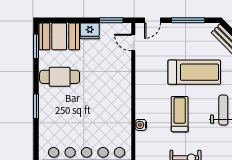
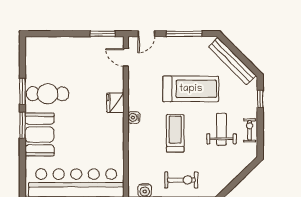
fridge: (90, 31) -> (115, 103), moved, turned 90
booth: (59, 36) -> (40, 135), moved, turned 90
window: (36, 46) -> (22, 91), moved
water cooler: (141, 125) -> (134, 118), moved

